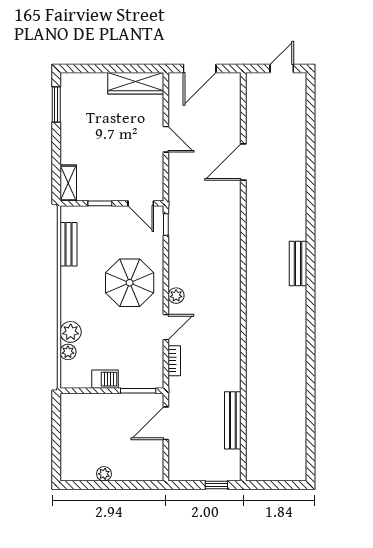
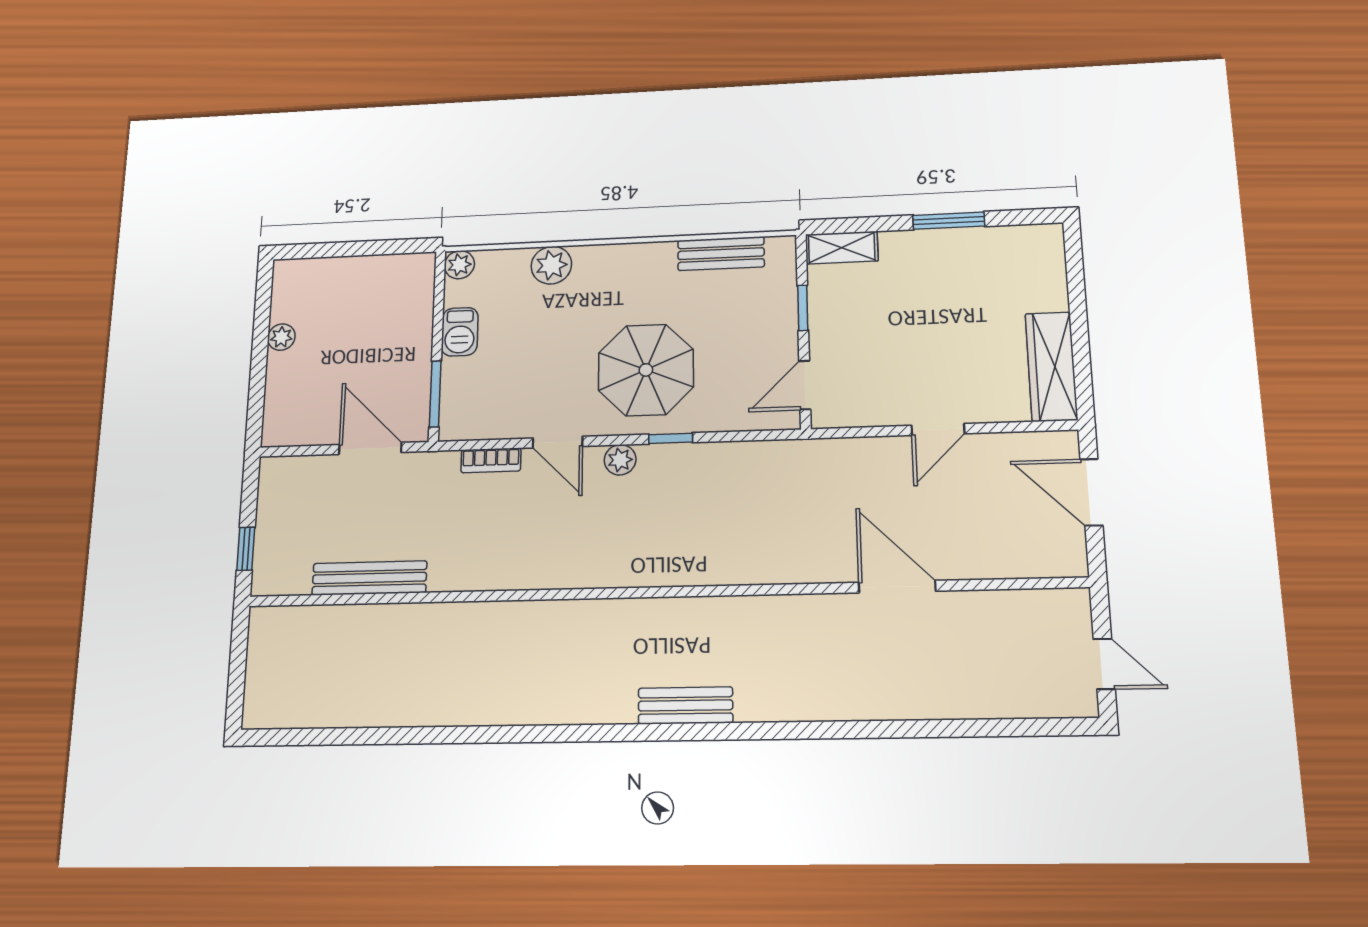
window: (56, 105) -> (949, 221), moved
window: (166, 225) -> (671, 438), moved
plant: (68, 352) -> (459, 265), moved

